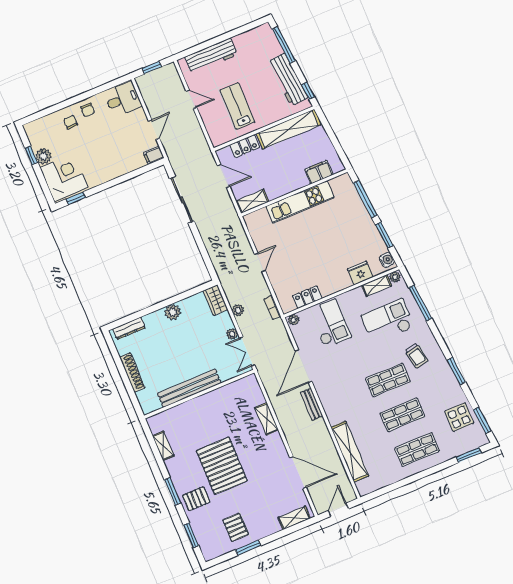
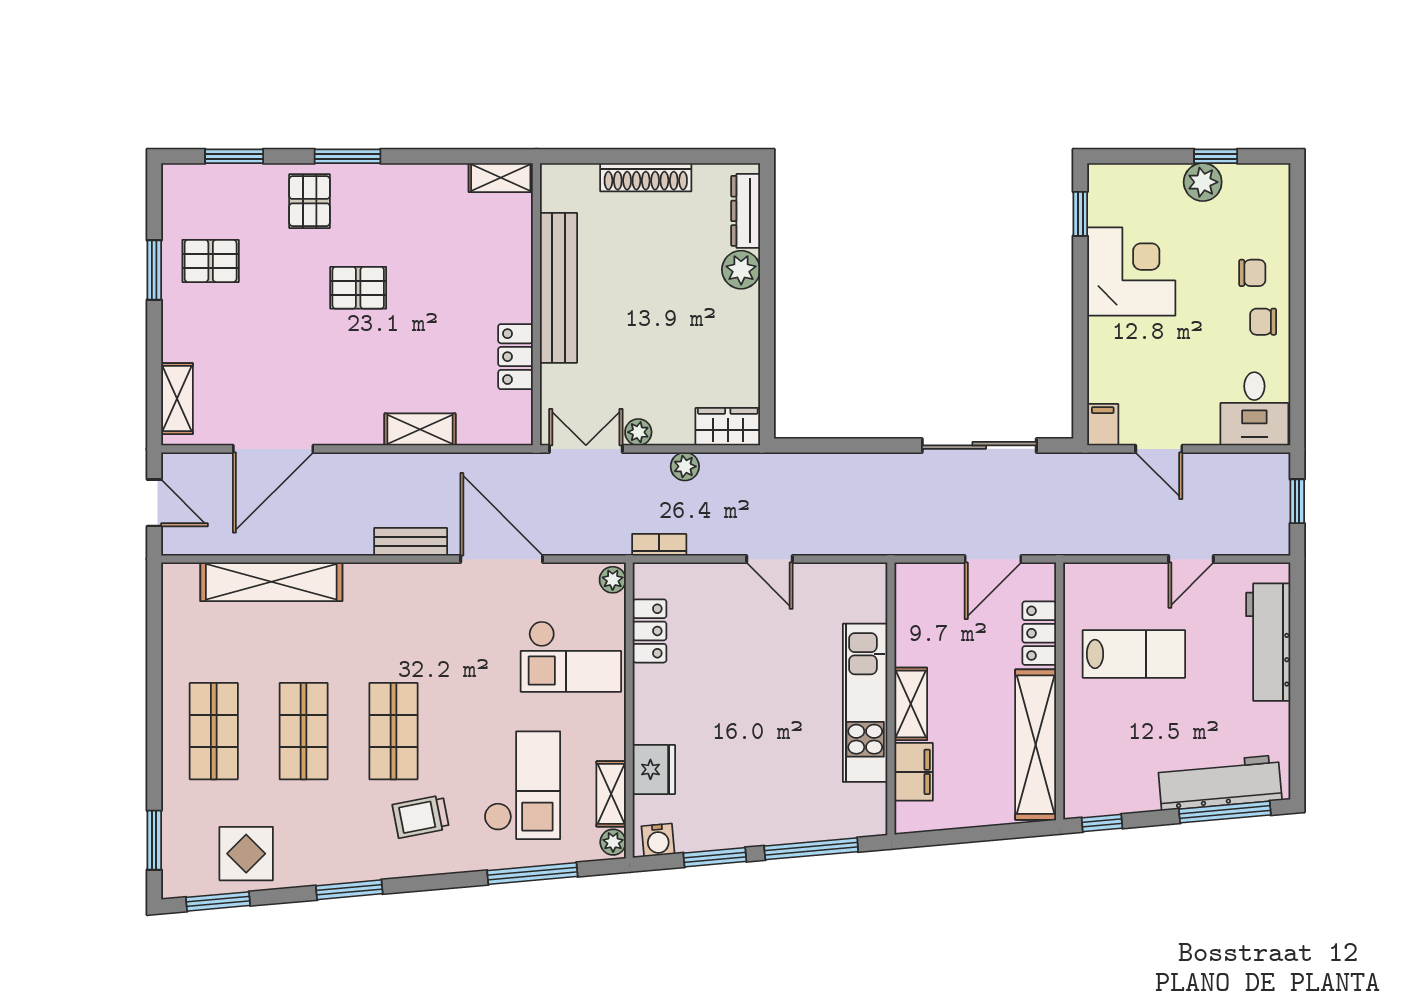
workbench: (288, 79) -> (1220, 783), moved
corner desk: (64, 177) -> (1131, 272), moved, turned -90
shelving: (252, 201) -> (911, 704), moved
plant: (173, 312) -> (741, 270), moved
locker: (223, 394) -> (516, 357), added
shelving: (163, 446) -> (501, 178), moved
pallet: (222, 466) -> (358, 288), width x0.49, depth x0.50

